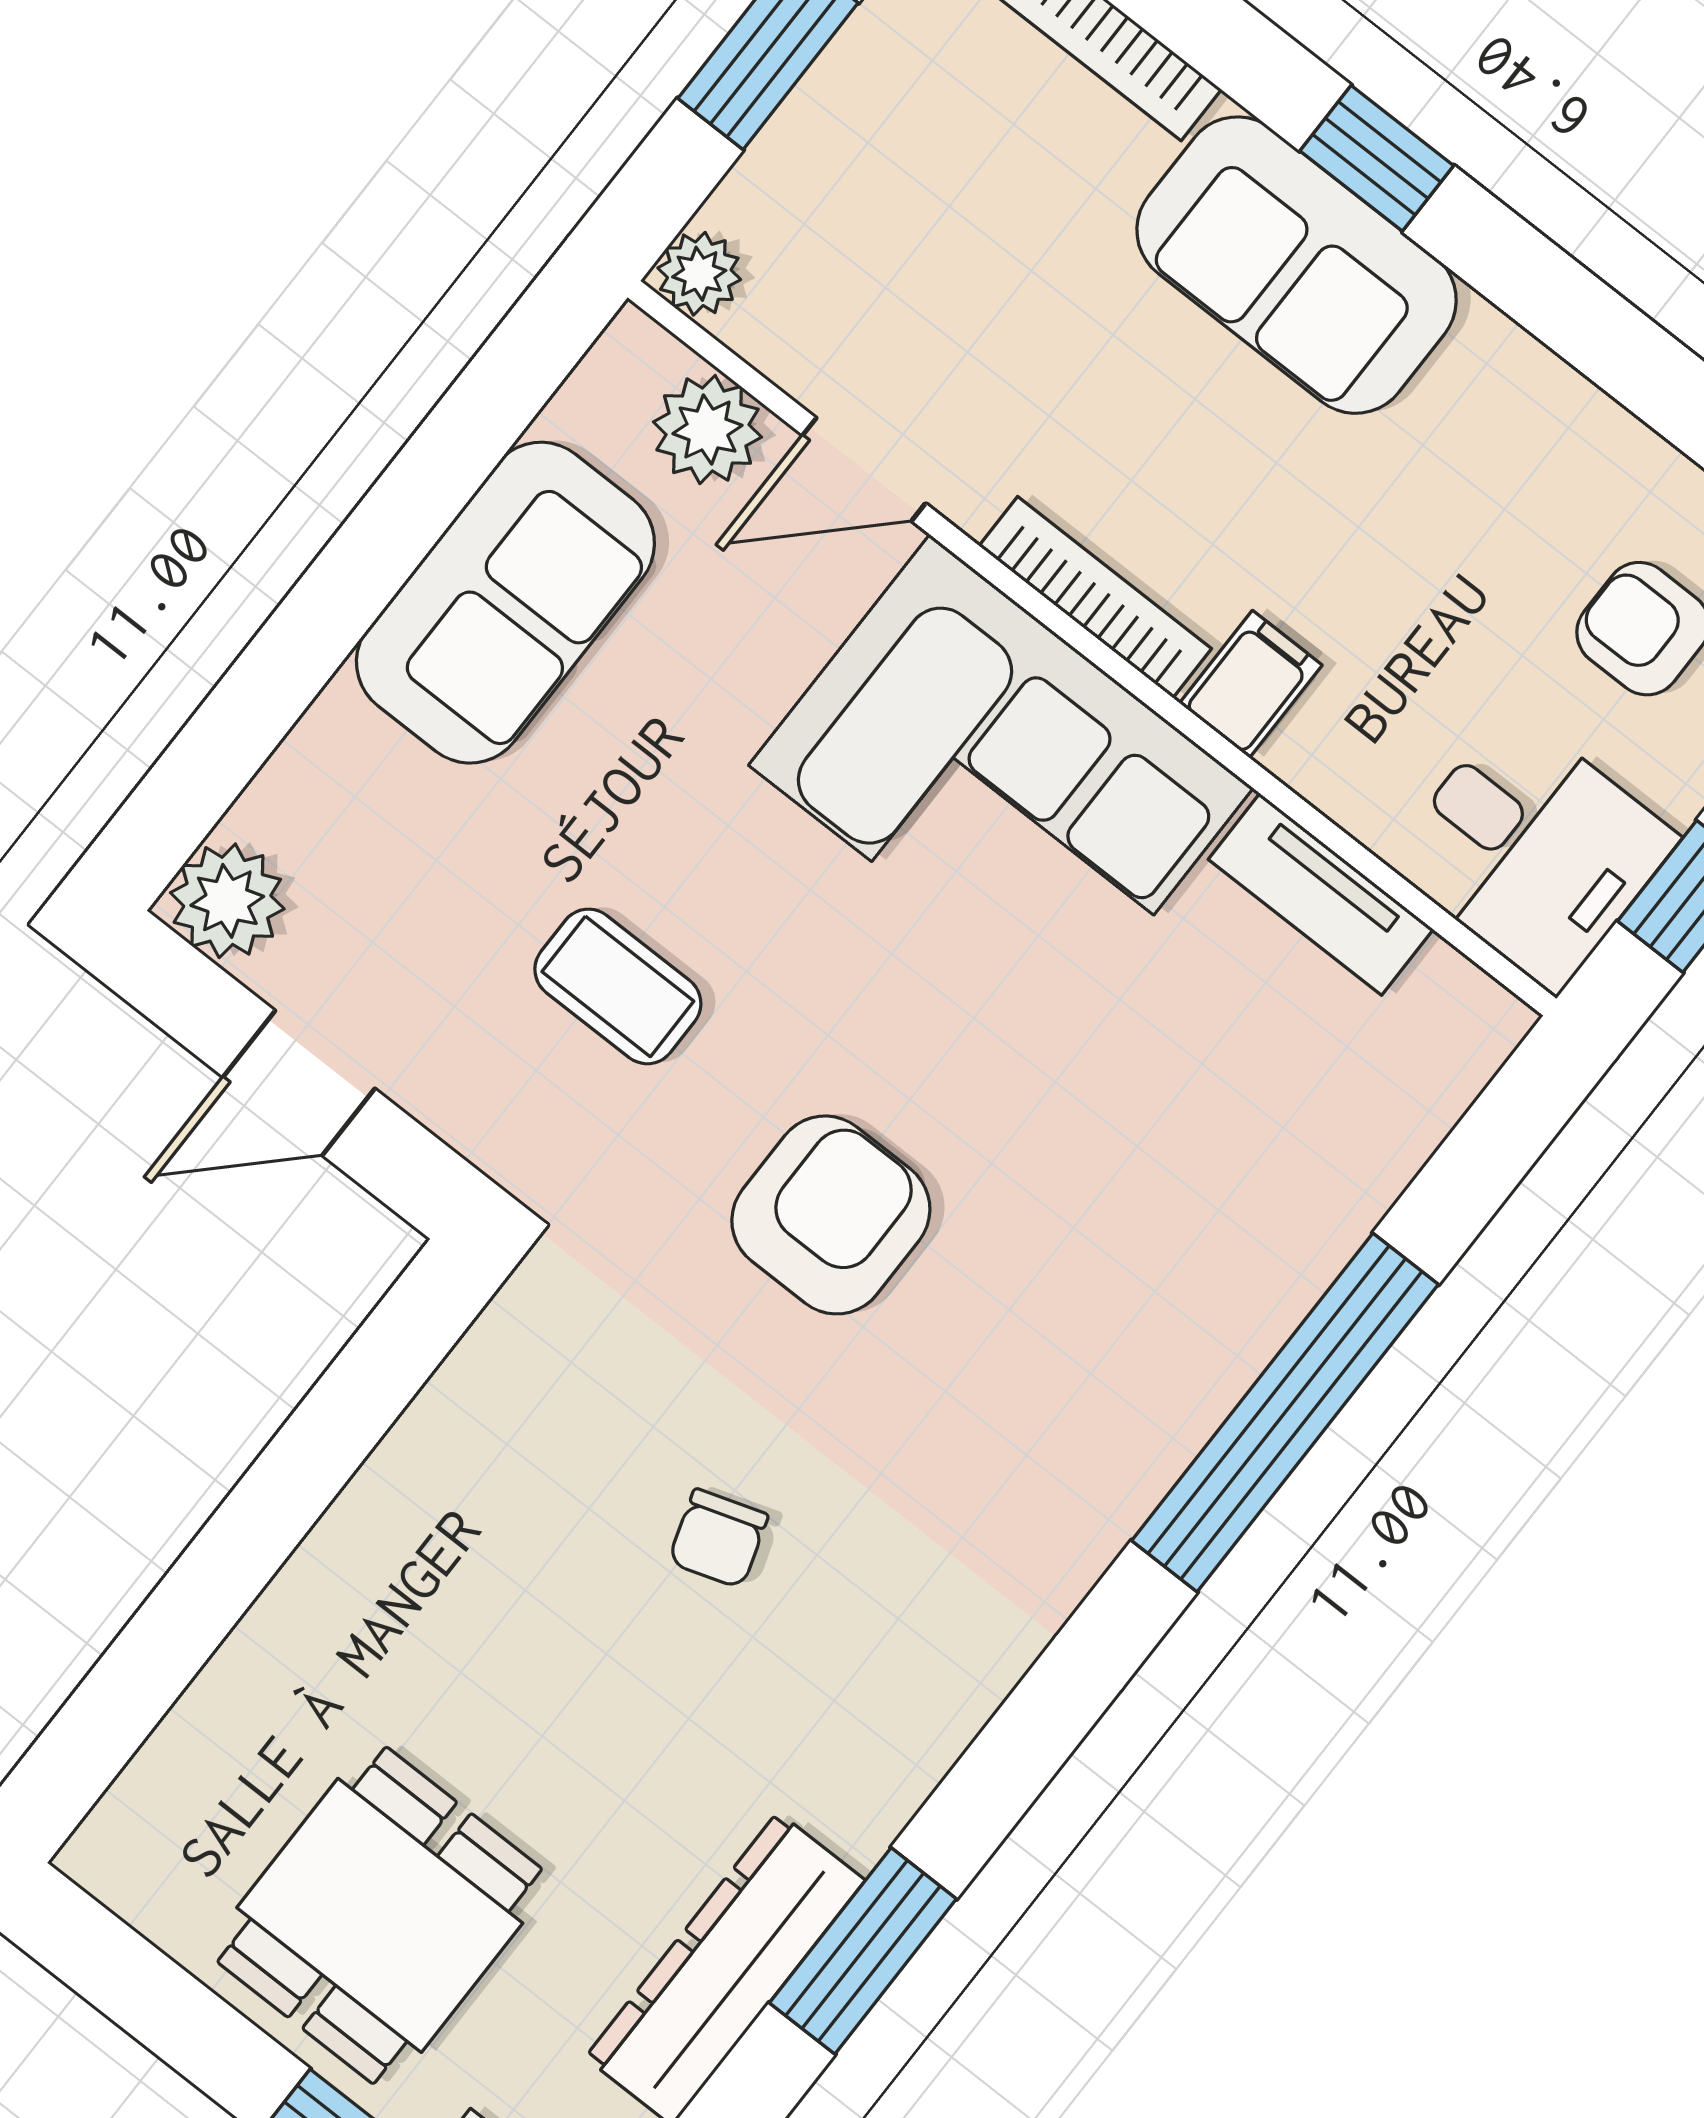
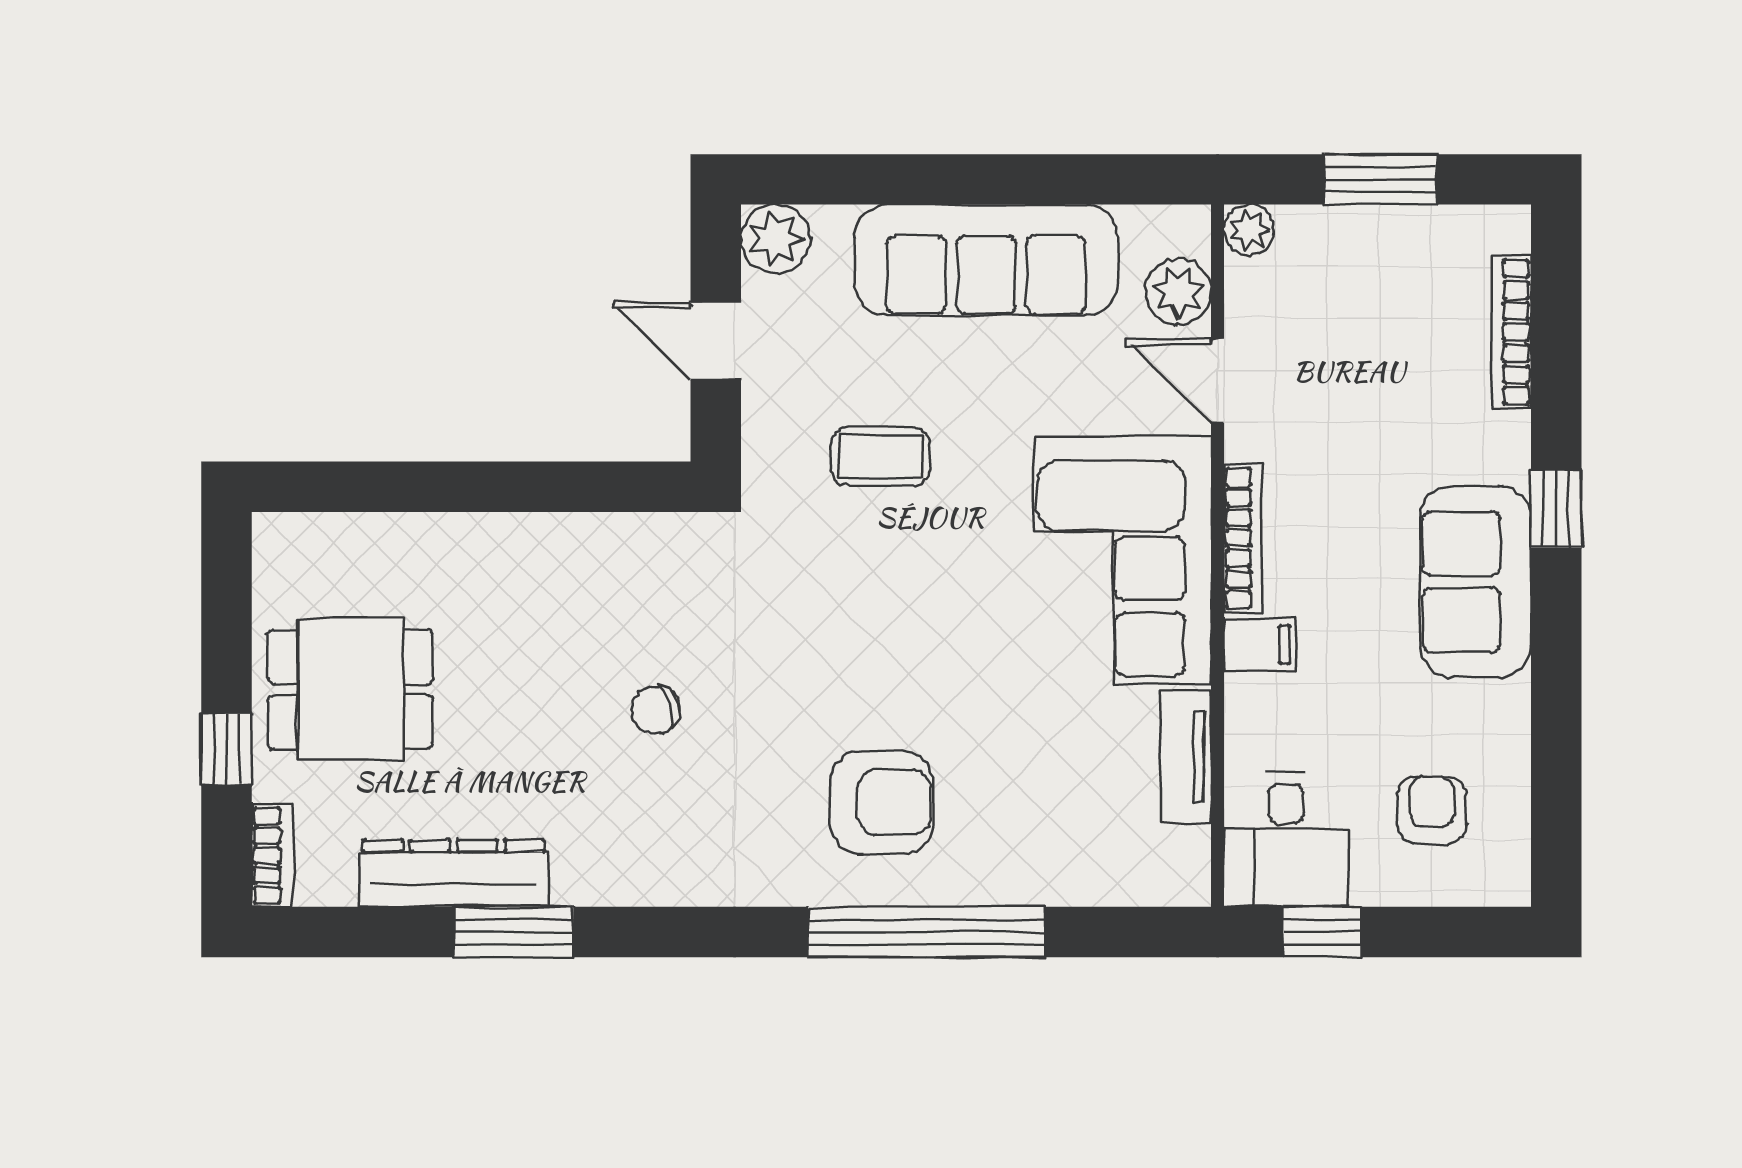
sofa: (1297, 265) -> (1476, 582), moved
sofa: (505, 603) -> (986, 260), width x1.36
coffee table: (618, 986) -> (880, 457), turned 90
armchair: (831, 1215) -> (882, 802), moved

